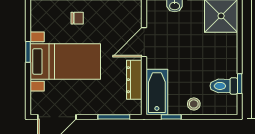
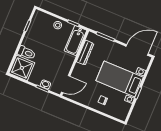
door: (144, 42) -> (66, 84), moved
toilet: (224, 86) -> (26, 53), moved

